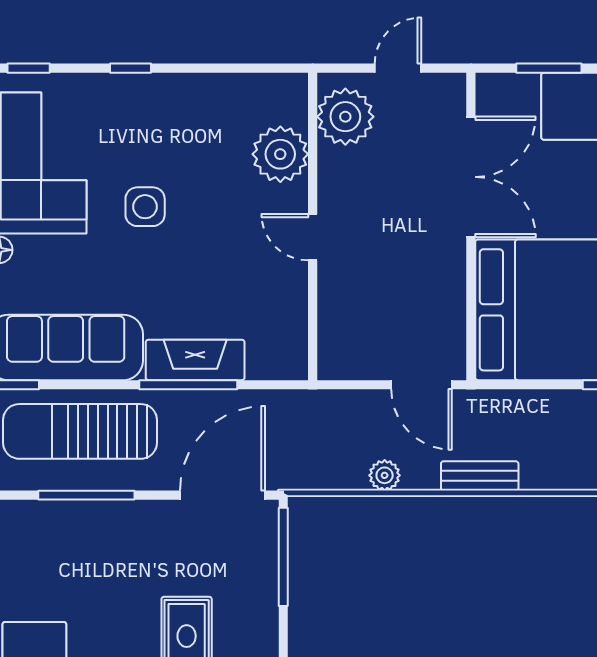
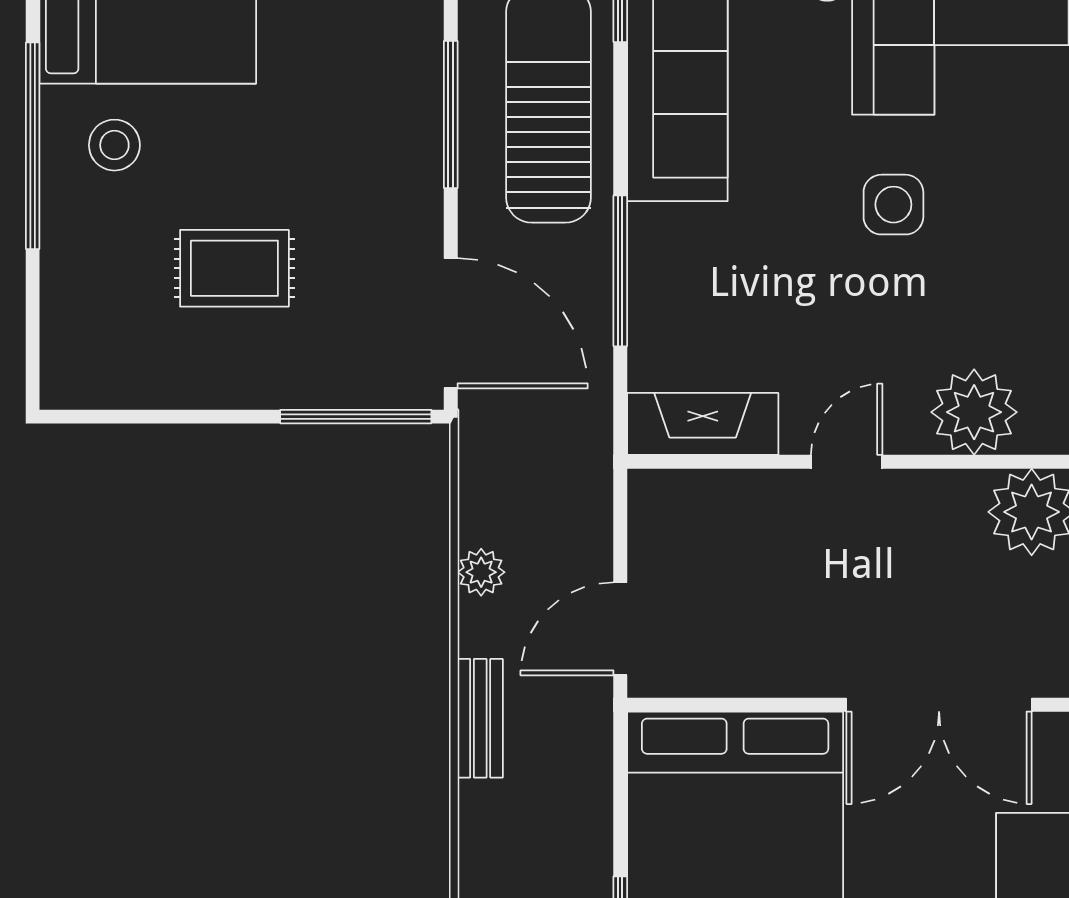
fireplace: (195, 360) -> (703, 424), moved, turned -90

